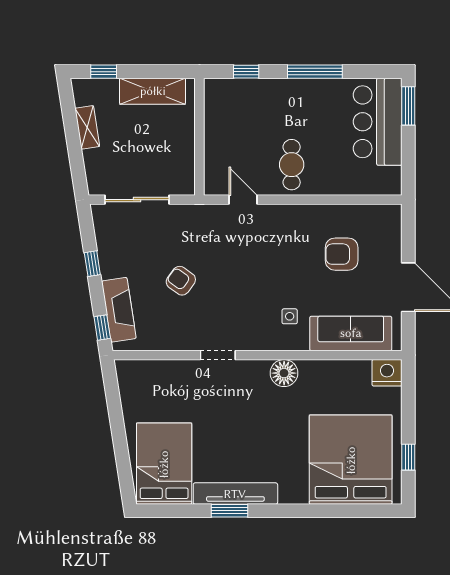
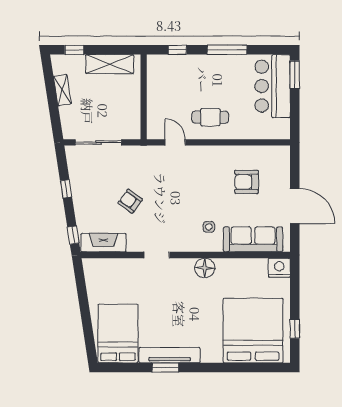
cafe table: (292, 165) -> (210, 117), turned 90
fireplace: (119, 310) -> (103, 243), moved, turned -81

